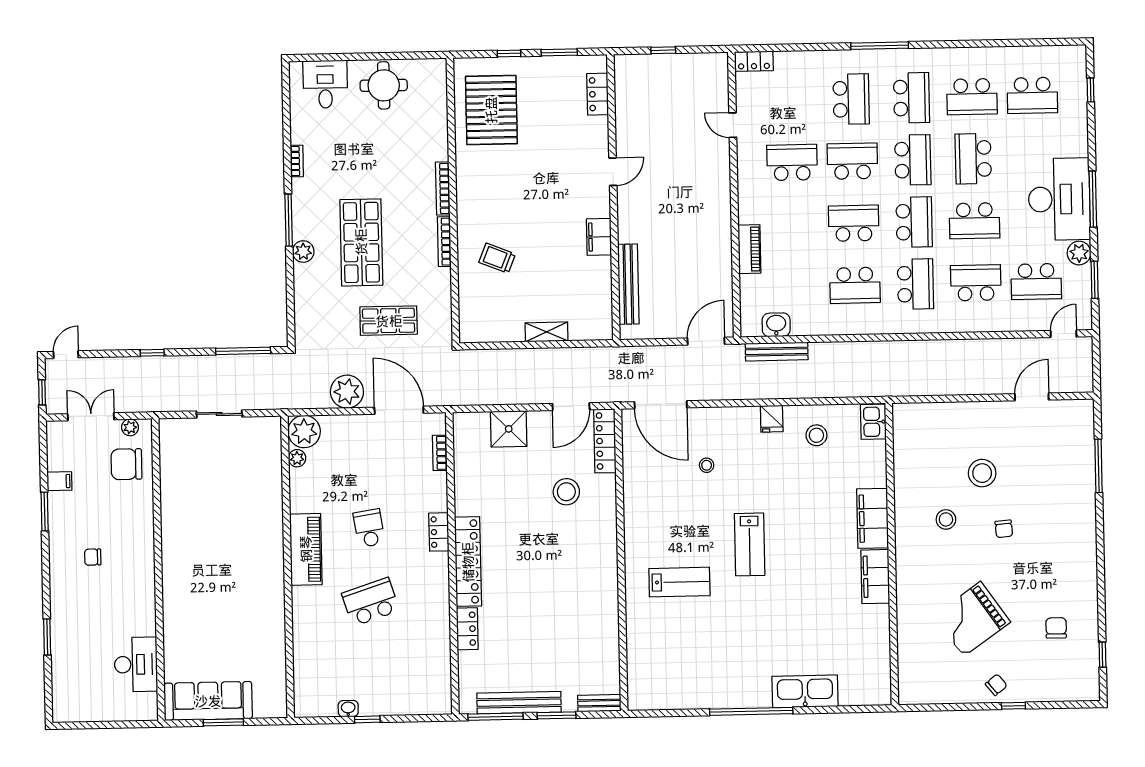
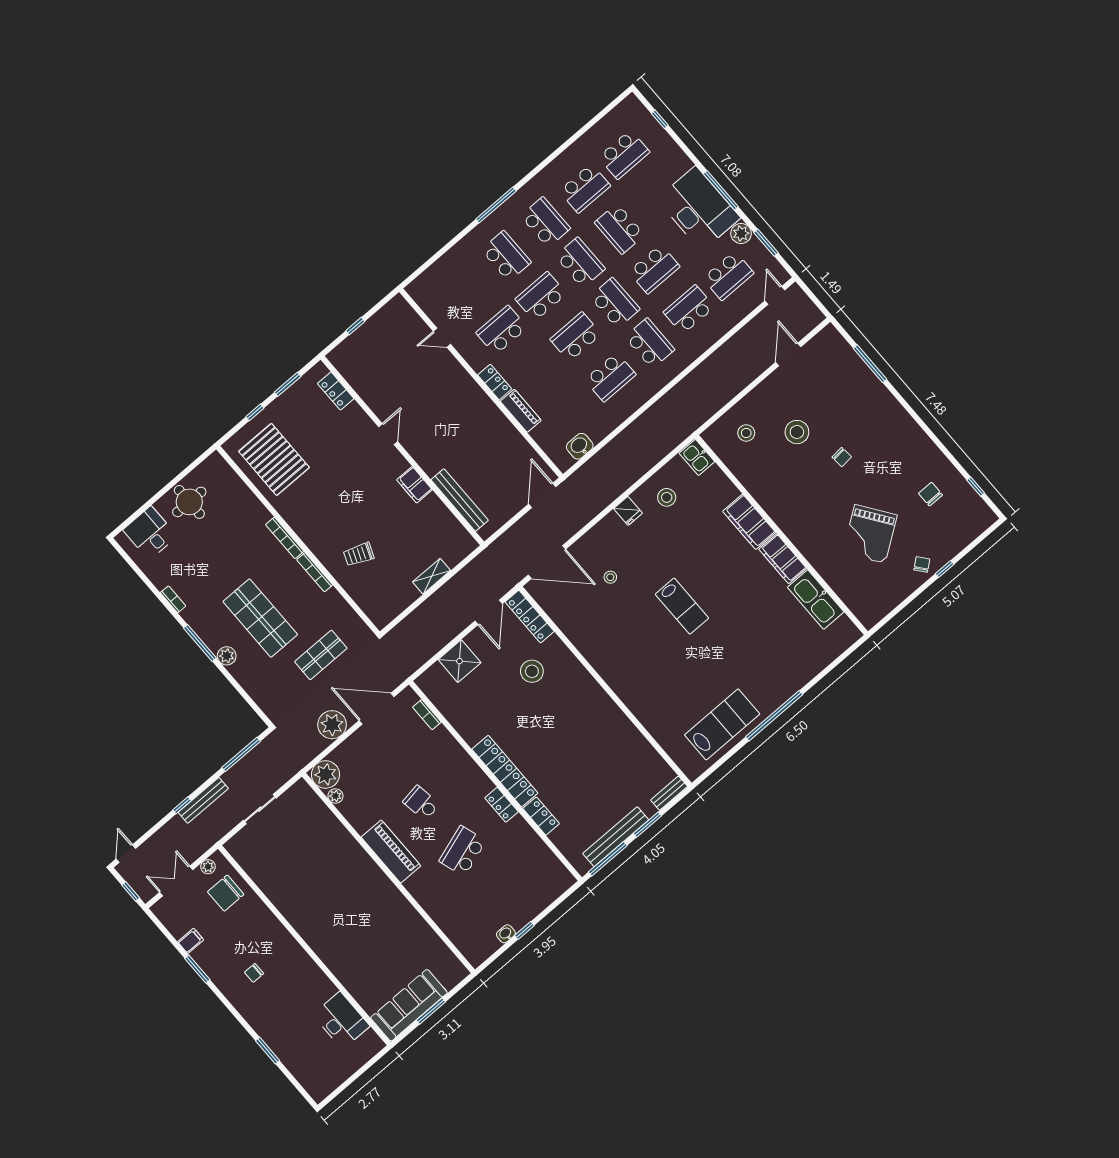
locker: (754, 61) -> (495, 382), moved, turned -90
bench: (777, 352) -> (203, 800), moved
stool: (946, 519) -> (746, 433), moved
locker: (439, 532) -> (502, 805), moved
lab bench: (679, 582) -> (722, 724), moved, width x1.36, depth x1.39
kitchen sink: (805, 691) -> (816, 600), moved, turned -90

